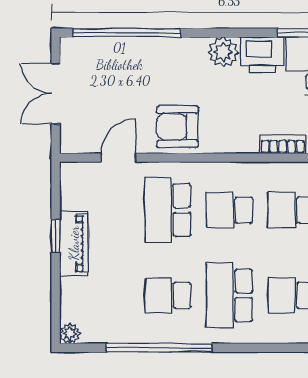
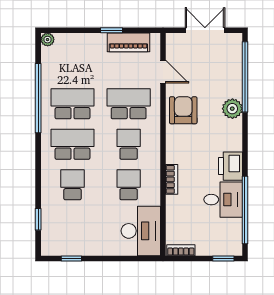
plant: (223, 52) -> (232, 109), moved
piano: (74, 243) -> (128, 42), moved
school desk: (168, 295) -> (73, 104), width x1.85

